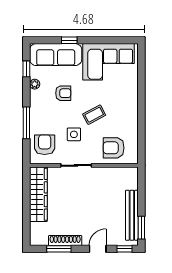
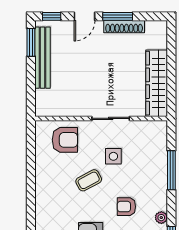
armchair: (45, 145) -> (149, 144), removed
window: (59, 249) -> (118, 16), moved

